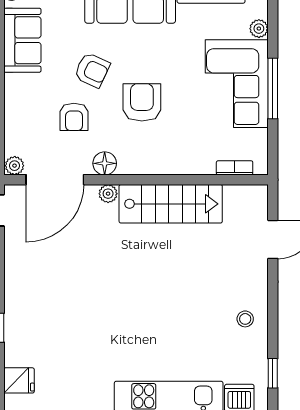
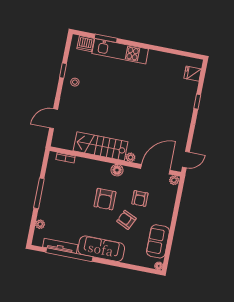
corner sofa: (237, 84) -> (56, 199), removed
armchair: (74, 117) -> (140, 198), turned 180
floor lamp: (105, 163) -> (117, 170), moved
window: (273, 373) -> (63, 71), moved

